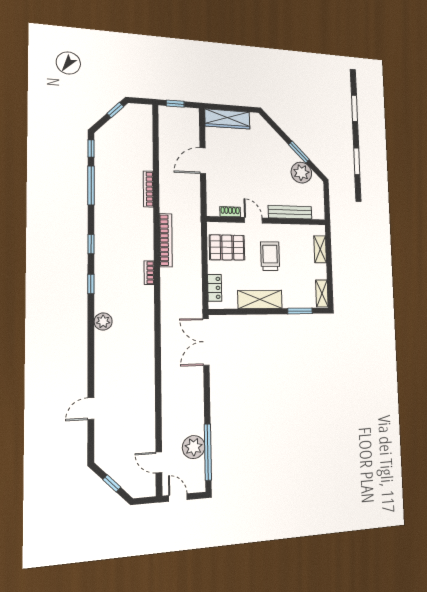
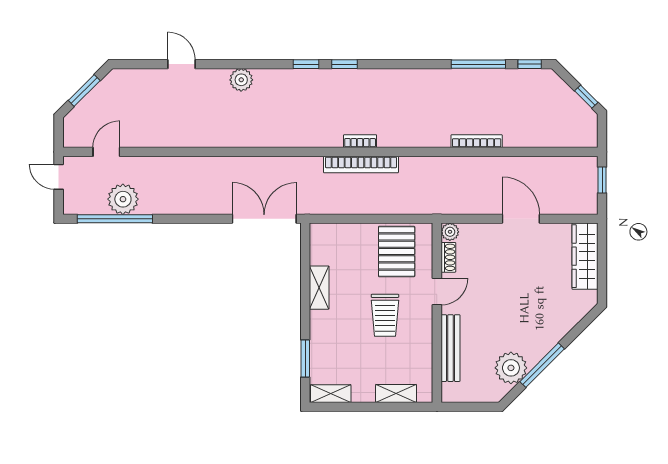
window: (299, 152) -> (542, 365), width x1.44
plant: (213, 210) -> (450, 232), added
bookcase: (166, 240) -> (361, 164), moved
window: (91, 244) -> (306, 64), moved
trolley: (270, 256) -> (385, 315), turned 90
locker: (215, 288) -> (339, 232), removed
shelving: (260, 299) -> (319, 288), width x0.67, depth x0.75
plant: (103, 322) -> (241, 80), moved
window: (112, 483) -> (84, 90), width x1.50
door: (178, 498) -> (59, 177), swing flipped

